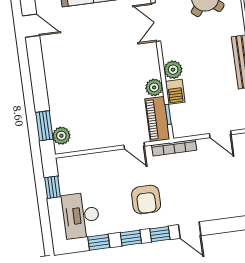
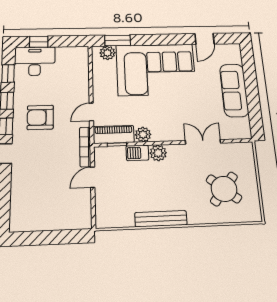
corner sofa: (76, 79) -> (156, 70), added
door: (220, 134) -> (93, 177), moved
window: (53, 187) -> (39, 42), moved

